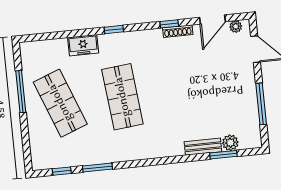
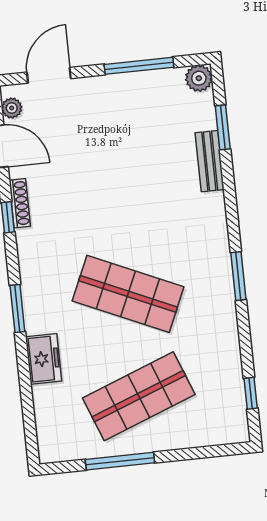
window: (114, 30) -> (17, 308), width x1.50
shop shelf: (122, 97) -> (128, 294), turned 30
plant: (230, 143) -> (199, 78), moved
window: (97, 168) -> (238, 276), moved

